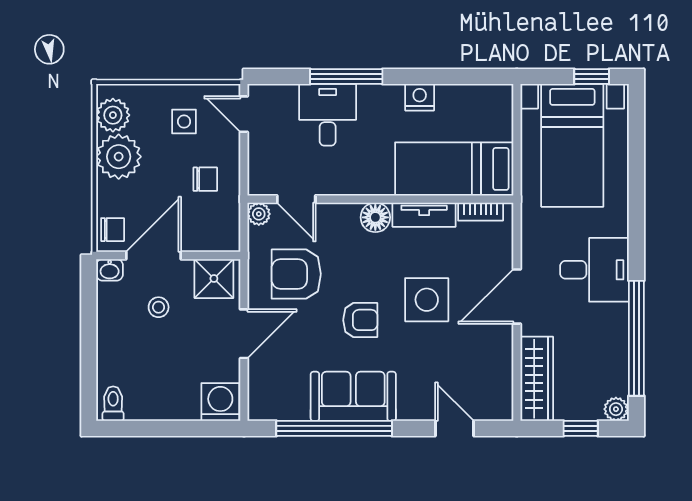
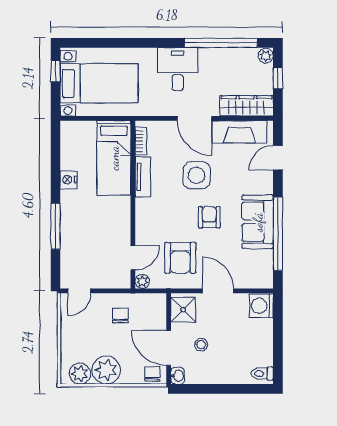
desk: (328, 115) -> (80, 238), removed
side table: (184, 122) -> (84, 329), removed
floor lamp: (375, 217) -> (144, 208), removed
fireplace: (496, 368) -> (239, 132), added

